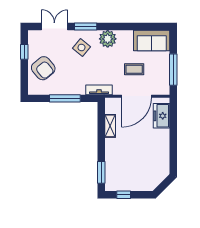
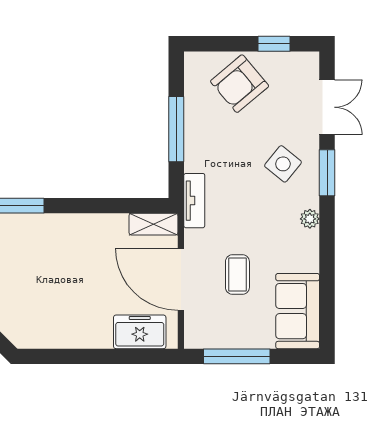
plant: (108, 39) -> (310, 219), width x0.53, depth x0.53
shelving: (110, 126) -> (153, 224), moved

